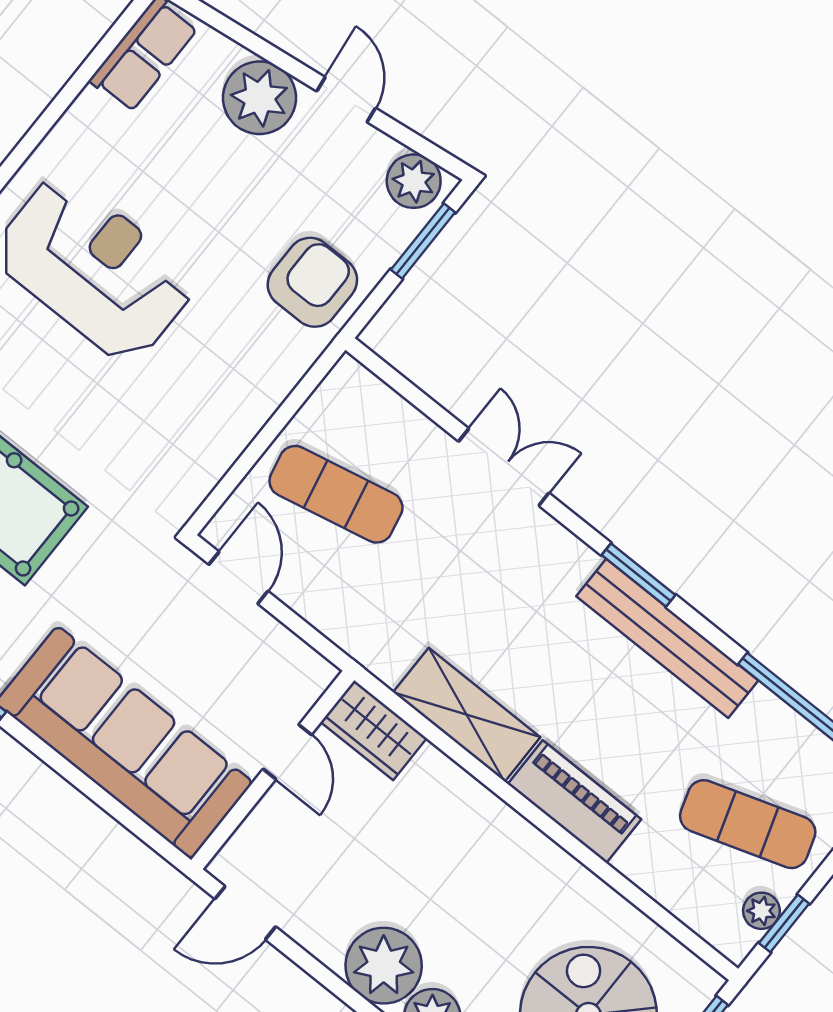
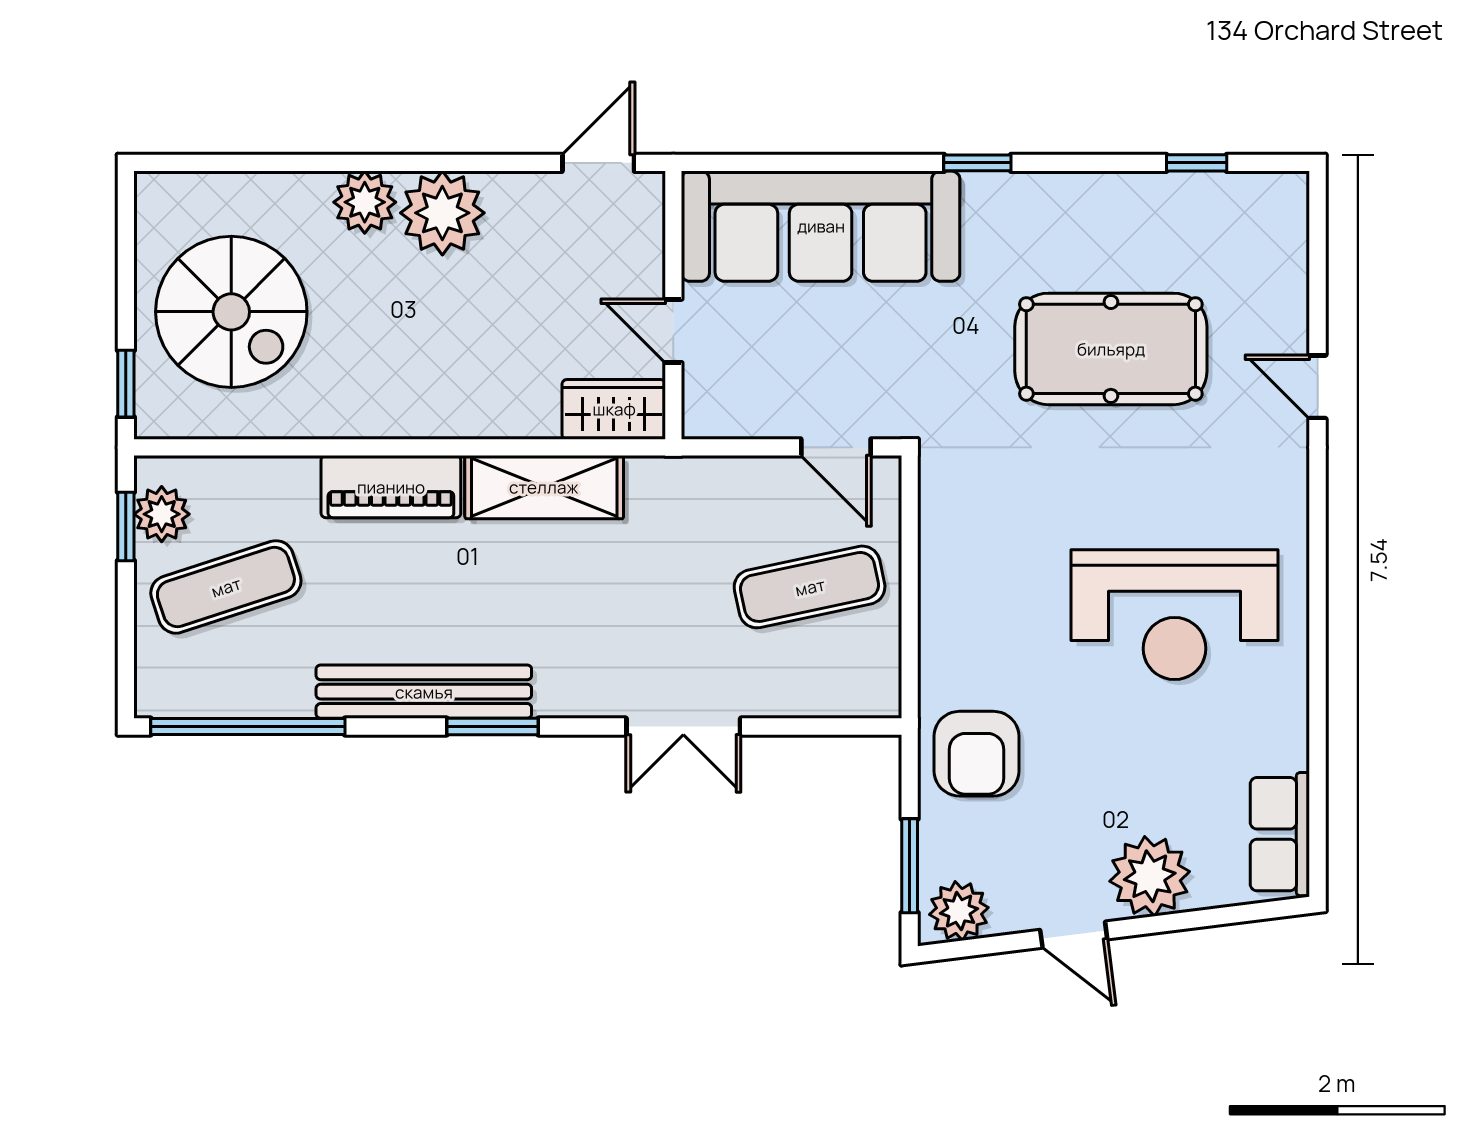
plant: (761, 911) -> (162, 514), width x1.38, depth x1.38

